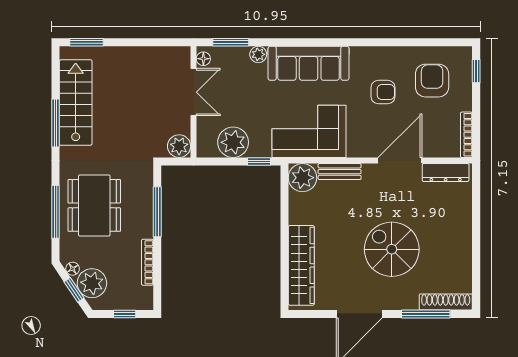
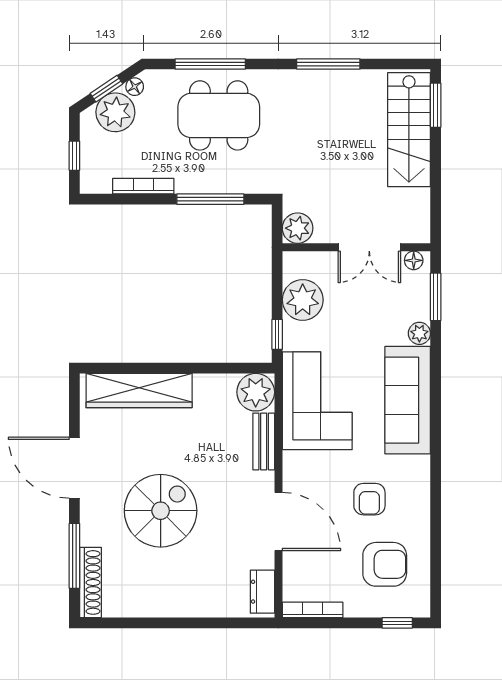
stairs: (76, 103) -> (409, 130), moved, turned 90
dresser: (446, 173) -> (262, 592), width x0.70

